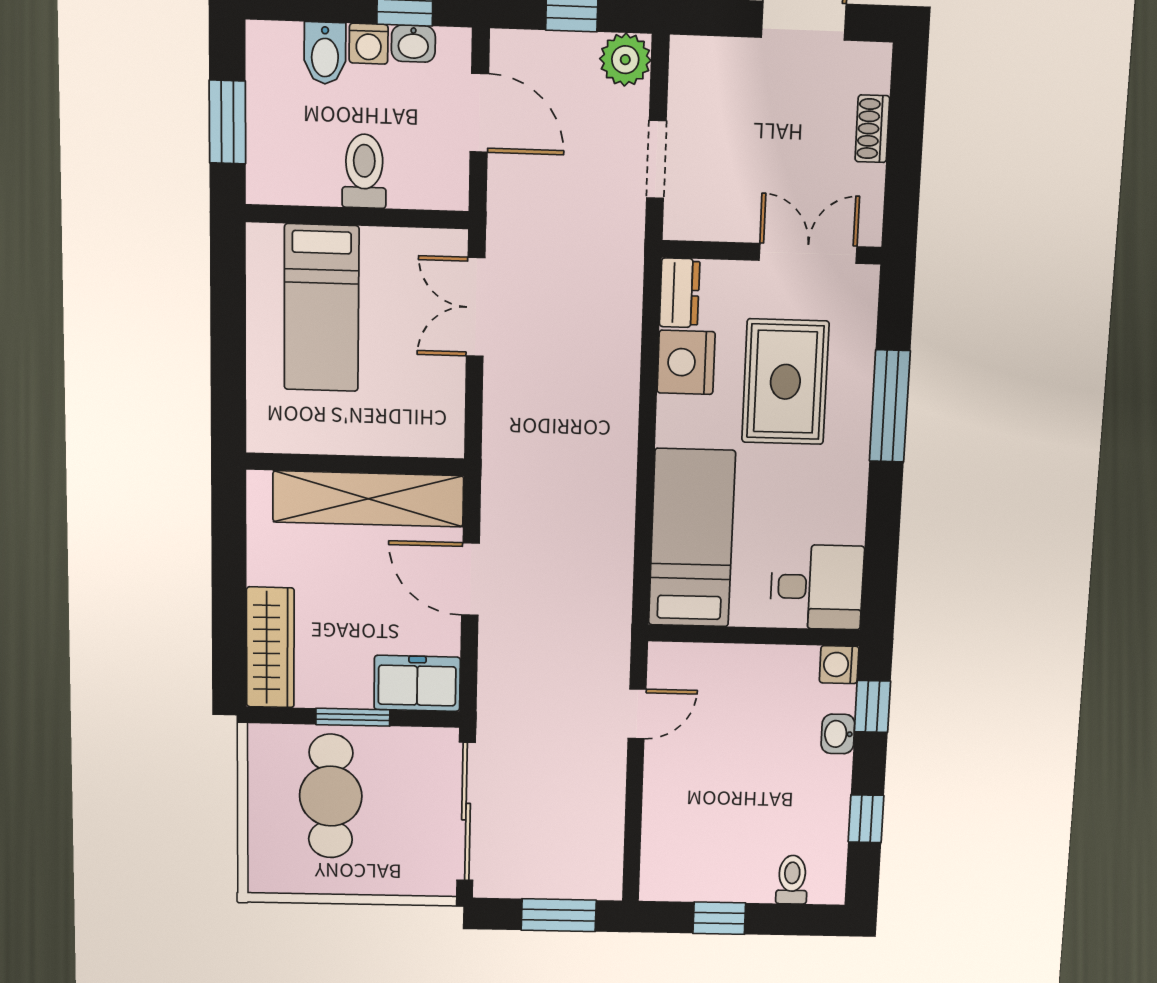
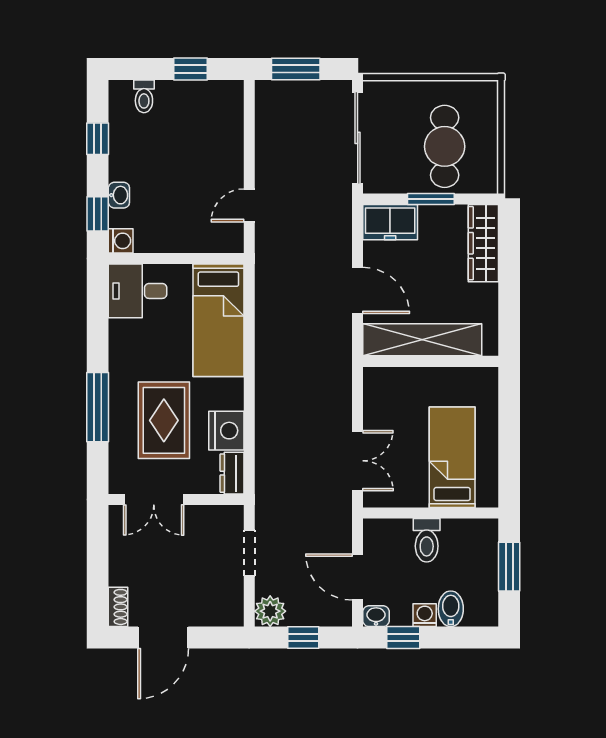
washbasin: (413, 44) -> (376, 616), moved
shoe rack: (872, 129) -> (118, 607), moved

